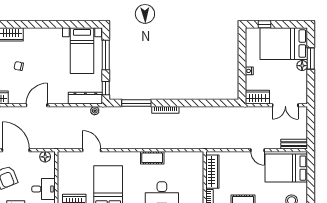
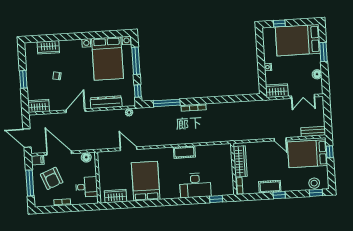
bed with nightstands: (82, 51) -> (107, 58), width x1.36
floor lamp: (302, 66) -> (317, 74), moved
dresser: (85, 98) -> (106, 102), moved
window: (311, 167) -> (330, 152), added

